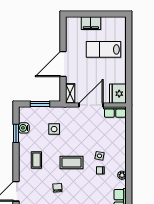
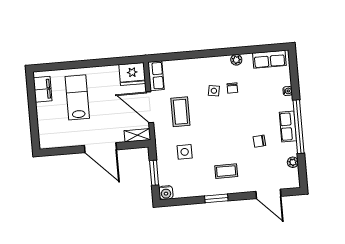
filing cabinet: (91, 23) -> (43, 89), moved
lab bench: (103, 49) -> (77, 97), turned 180
water cooler: (24, 128) -> (166, 193), moved
window: (16, 133) -> (216, 198), moved
coffee table: (72, 162) -> (180, 112), moved

